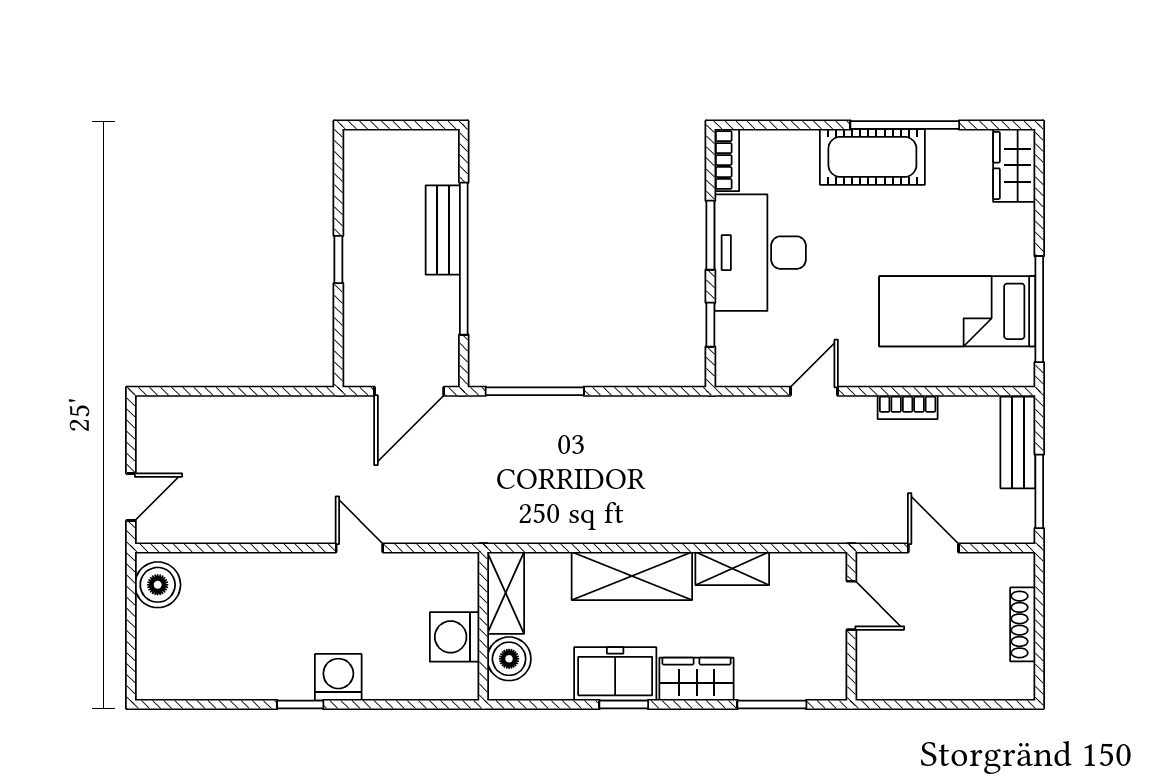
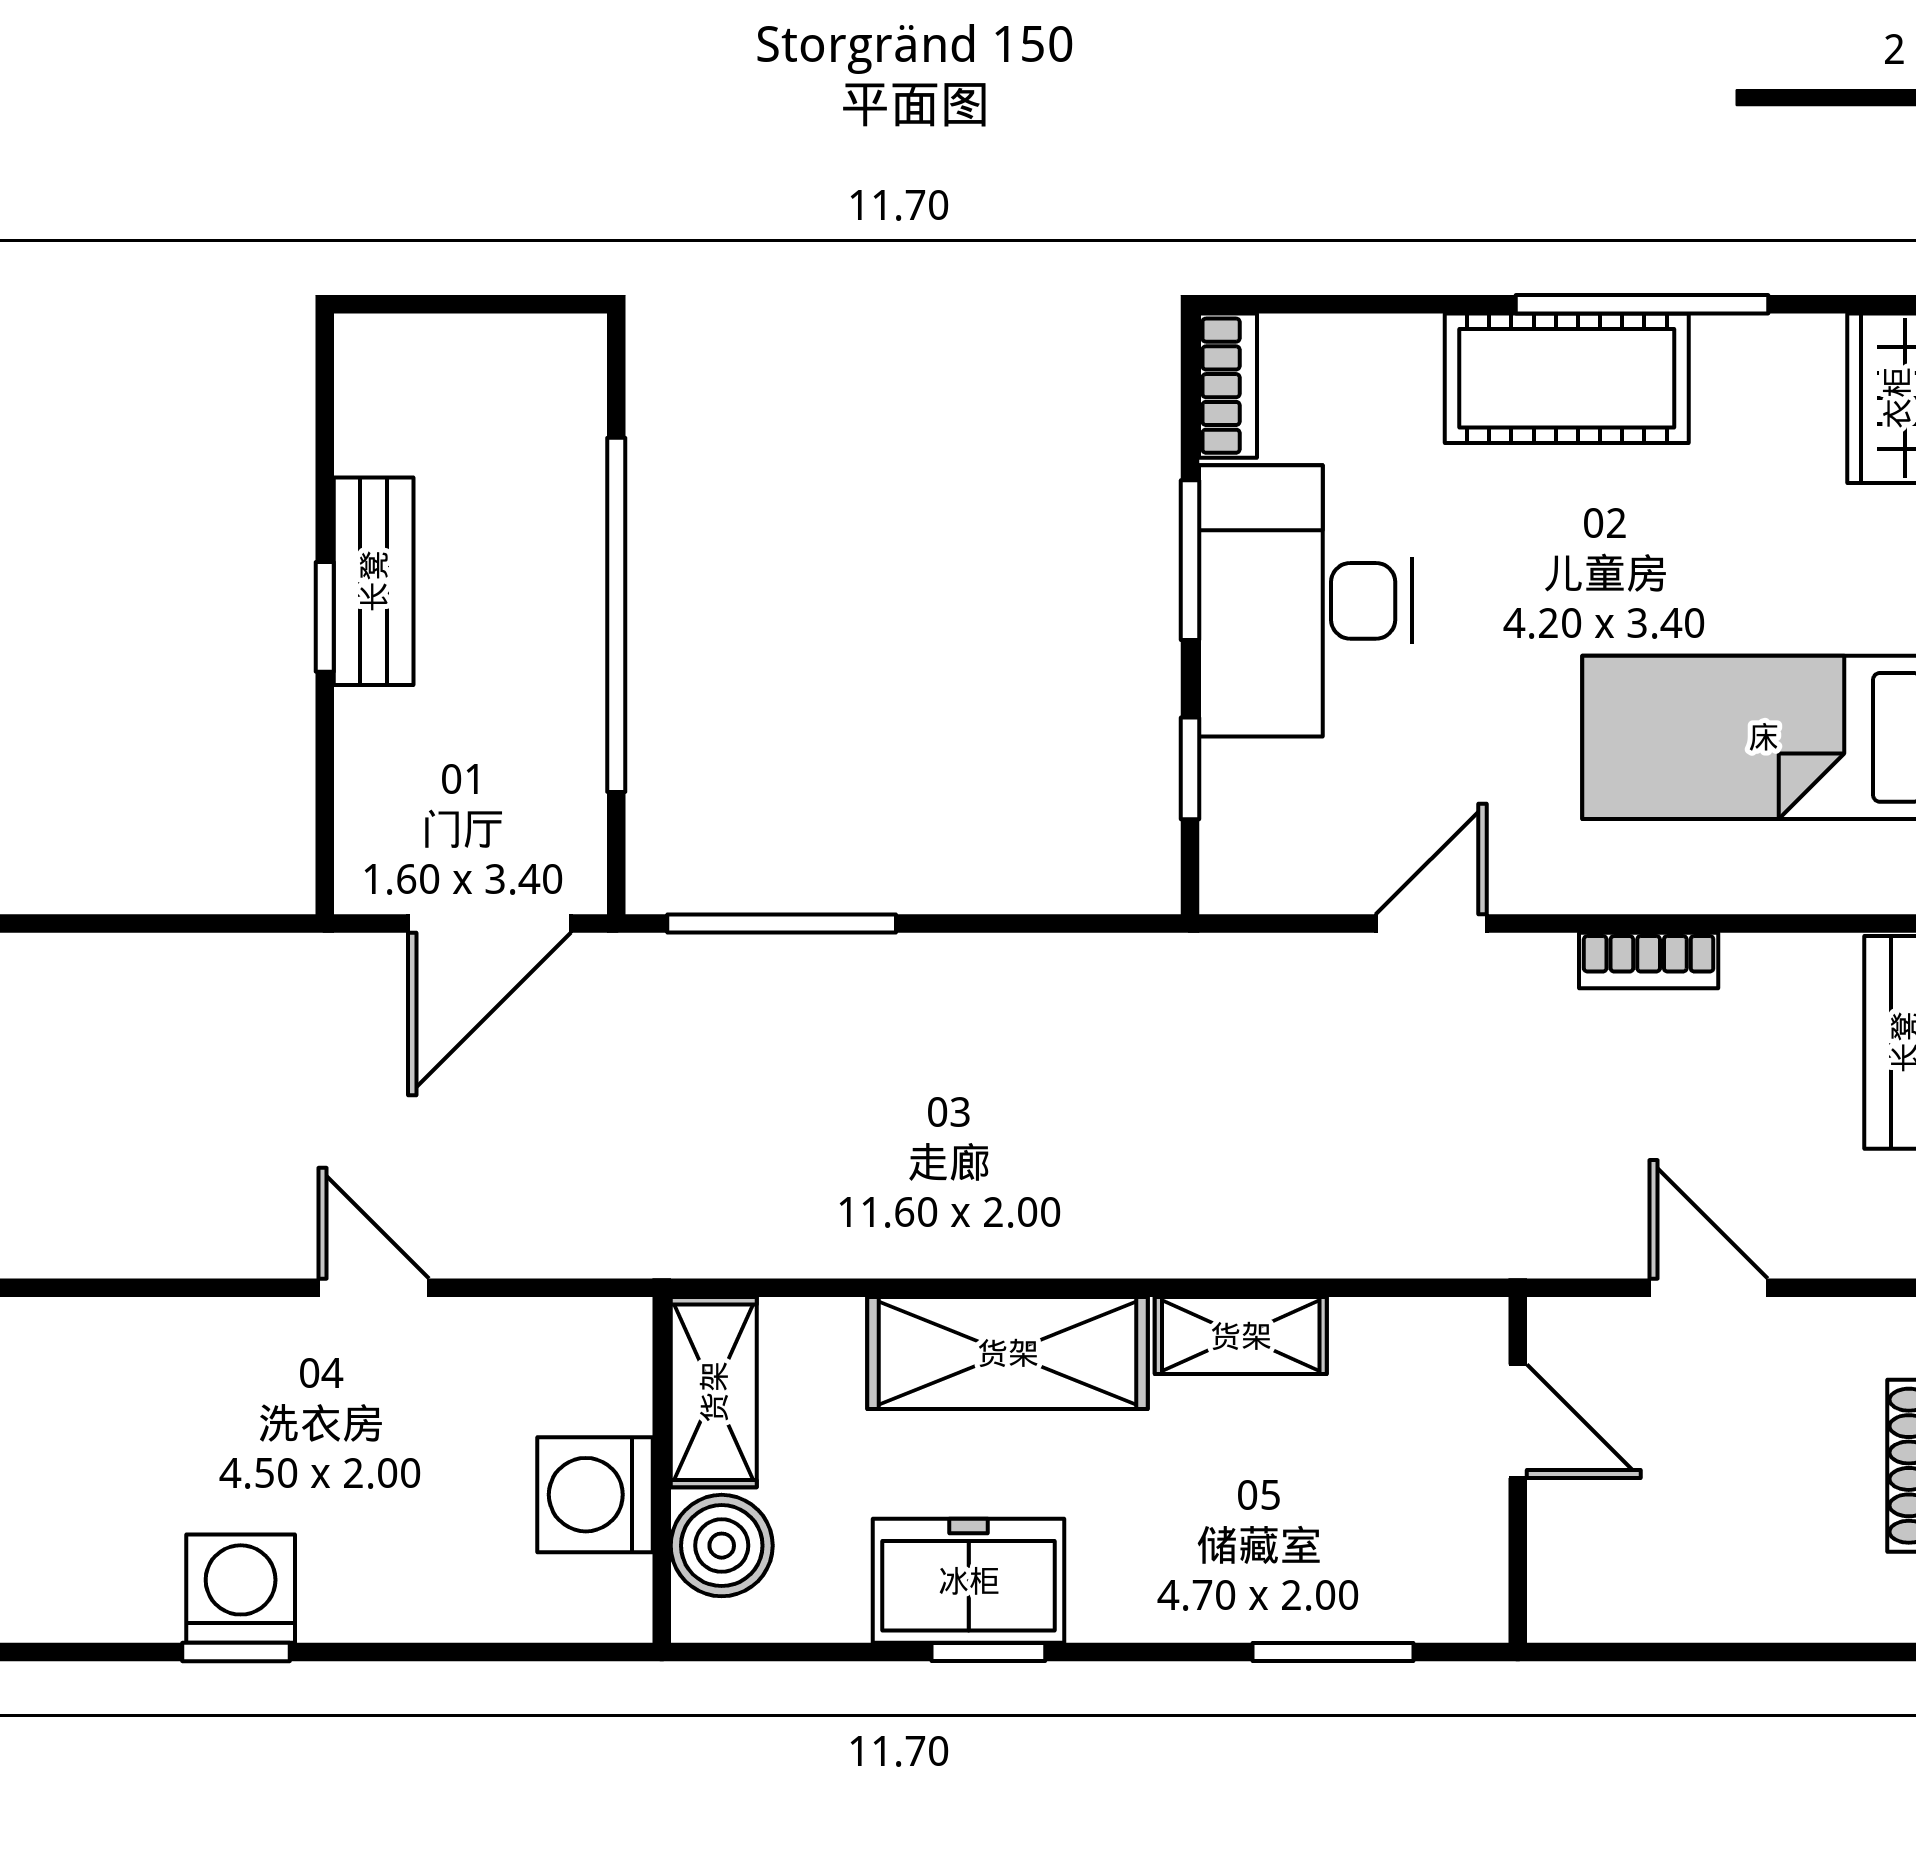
bench: (443, 230) -> (374, 581), moved
washing machine: (338, 677) -> (241, 1589), moved
wardrobe: (697, 679) -> (1158, 1593), removed

